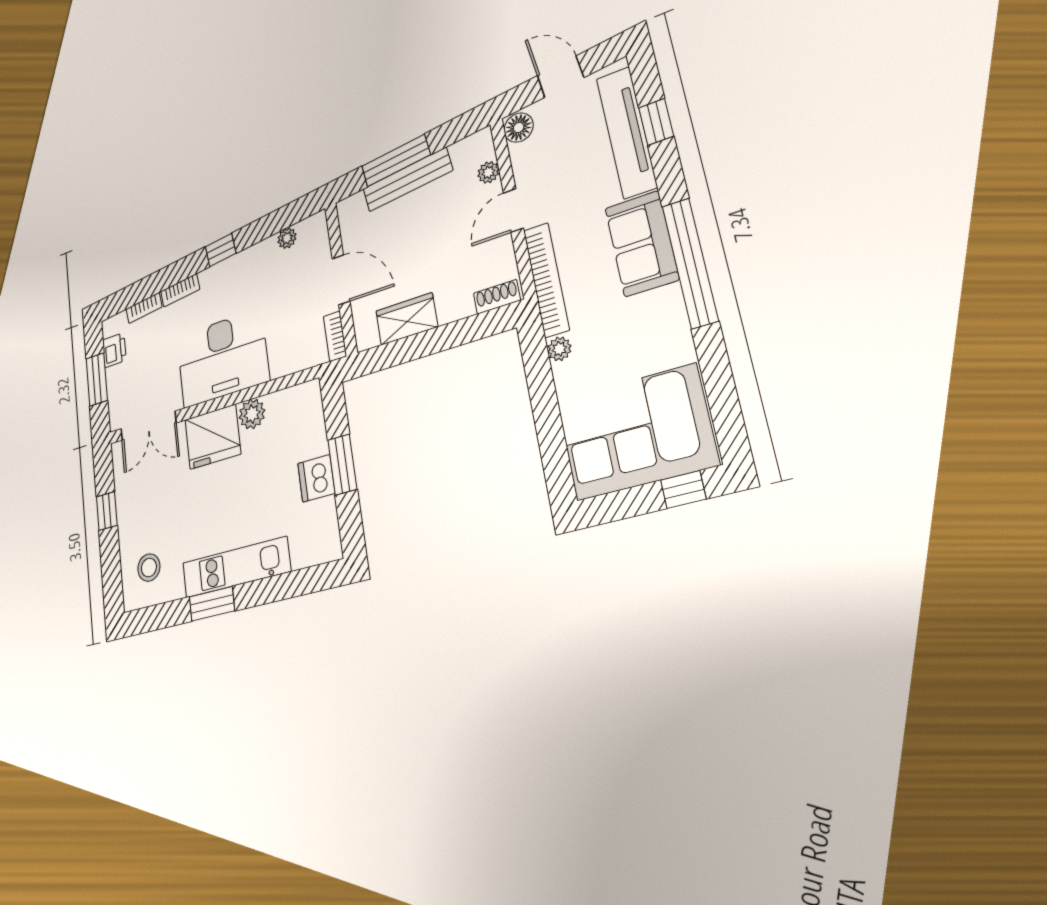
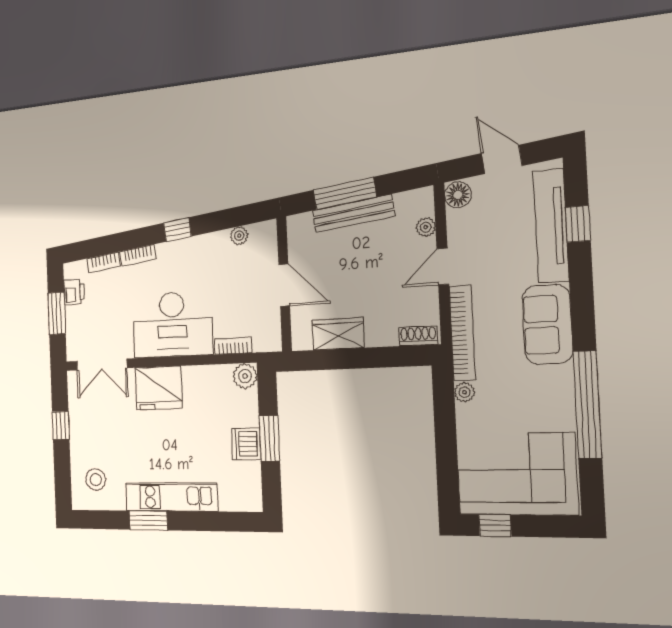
window: (690, 263) -> (587, 404), moved
bookcase: (335, 336) -> (233, 346), moved, turned 90
plant: (252, 414) -> (245, 376), moved
window: (683, 489) -> (495, 526), moved

